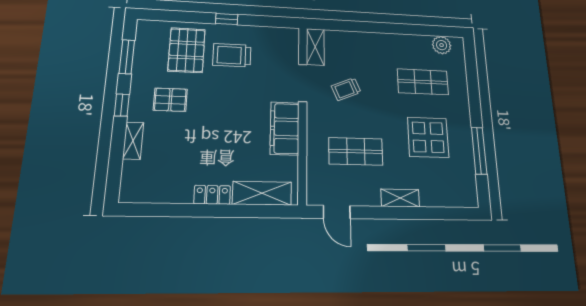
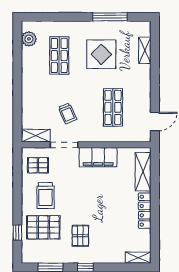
window: (227, 19) -> (17, 232), moved
pallet: (275, 48) -> (38, 165), added
shelving: (133, 141) -> (138, 258), moved
locker: (212, 195) -> (145, 211), width x1.53
shelving: (400, 198) -> (145, 50), moved

